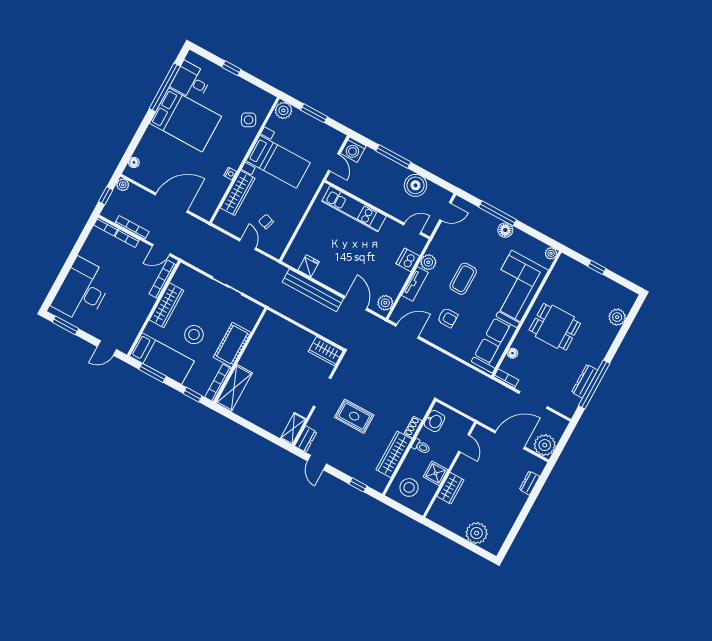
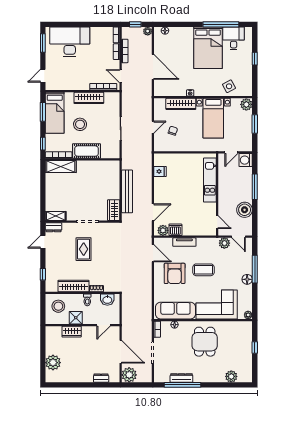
dishwasher: (408, 260) -> (175, 230), moved
plant: (428, 262) -> (224, 243), moved
bench: (313, 290) -> (127, 191), moved
armchair: (448, 318) -> (175, 273), width x1.88, depth x1.88
door: (107, 348) -> (43, 76), hinge flipped

